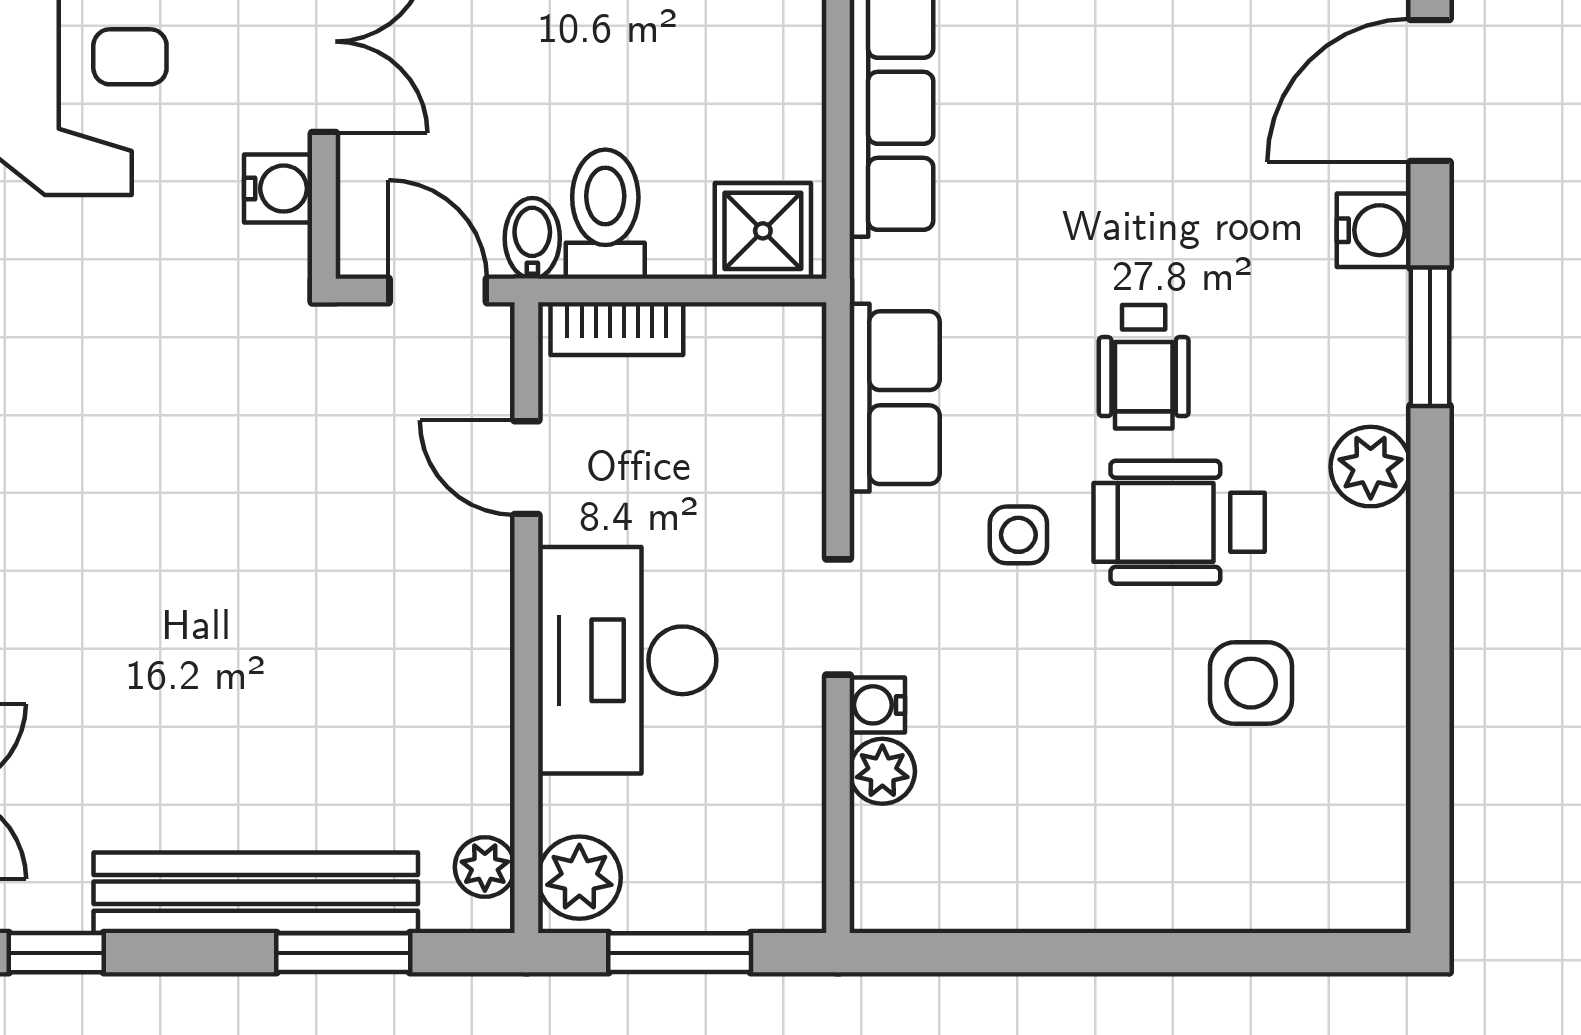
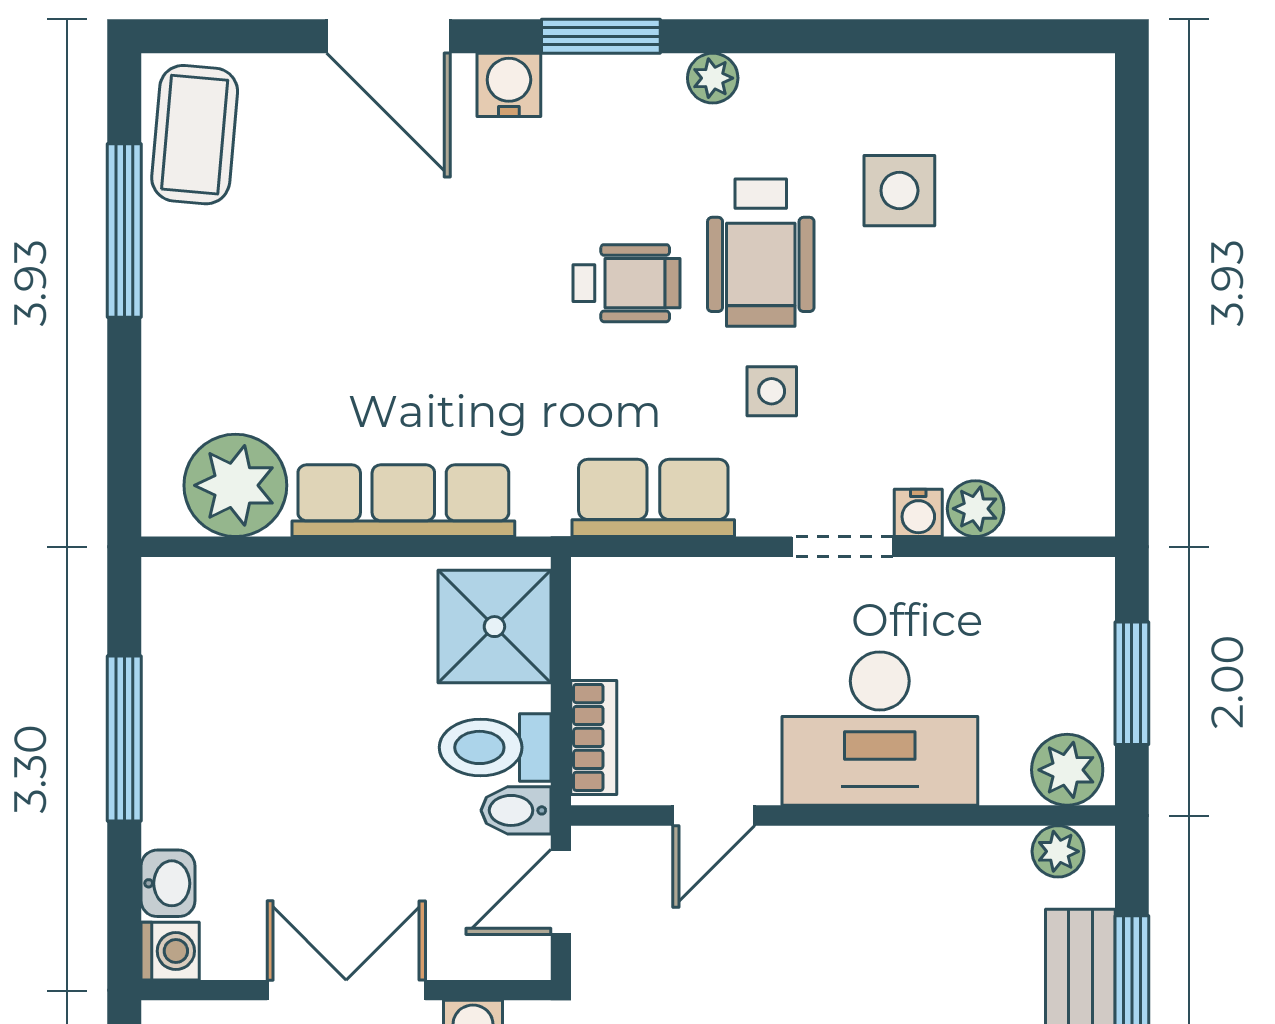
shower: (763, 231) -> (494, 627), width x1.36, depth x1.36
plant: (1371, 467) -> (713, 78), width x0.73, depth x0.73

